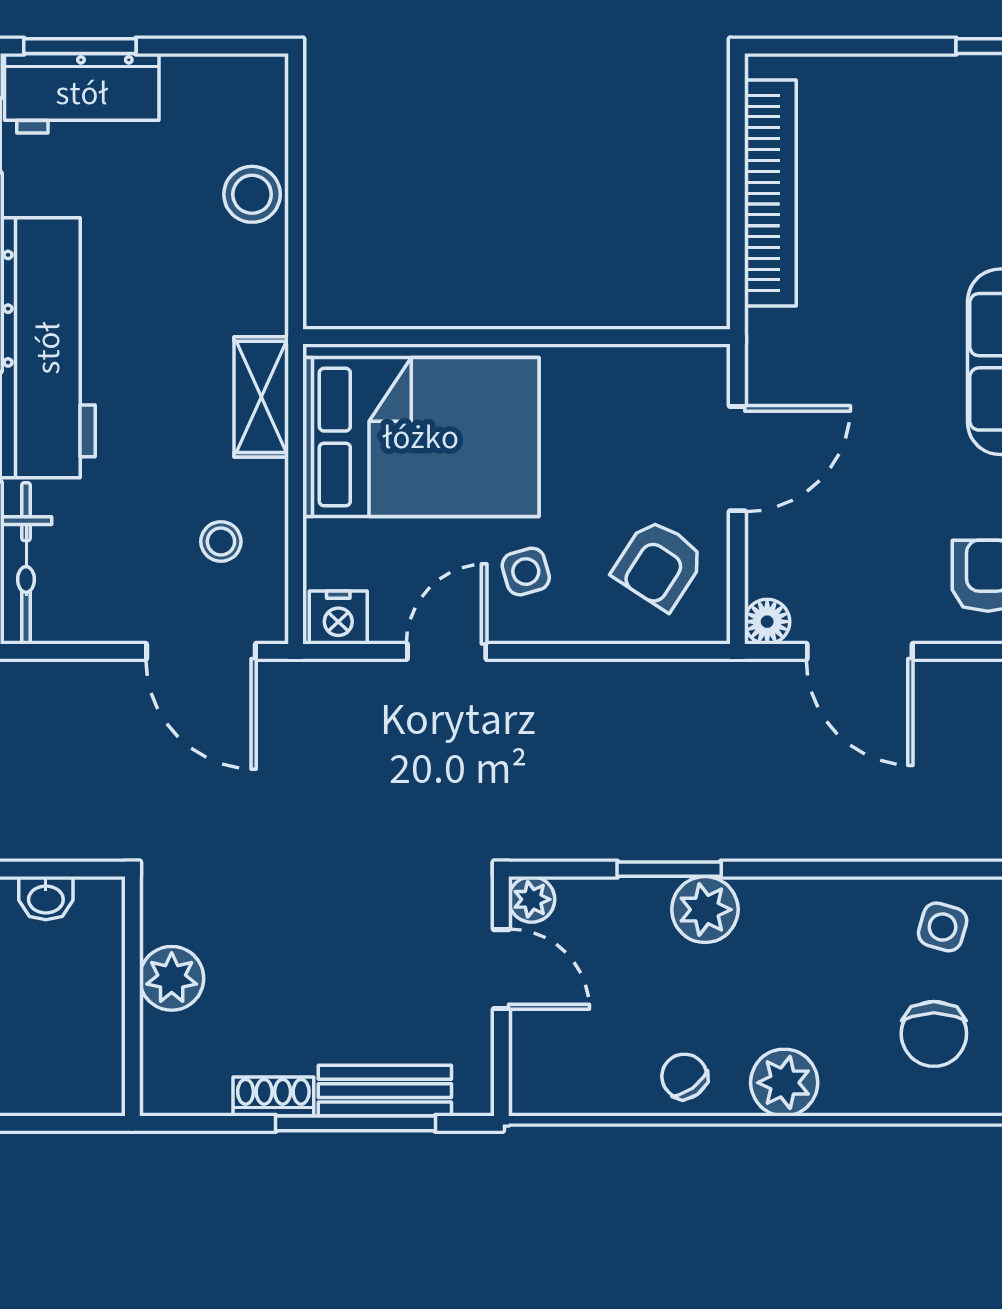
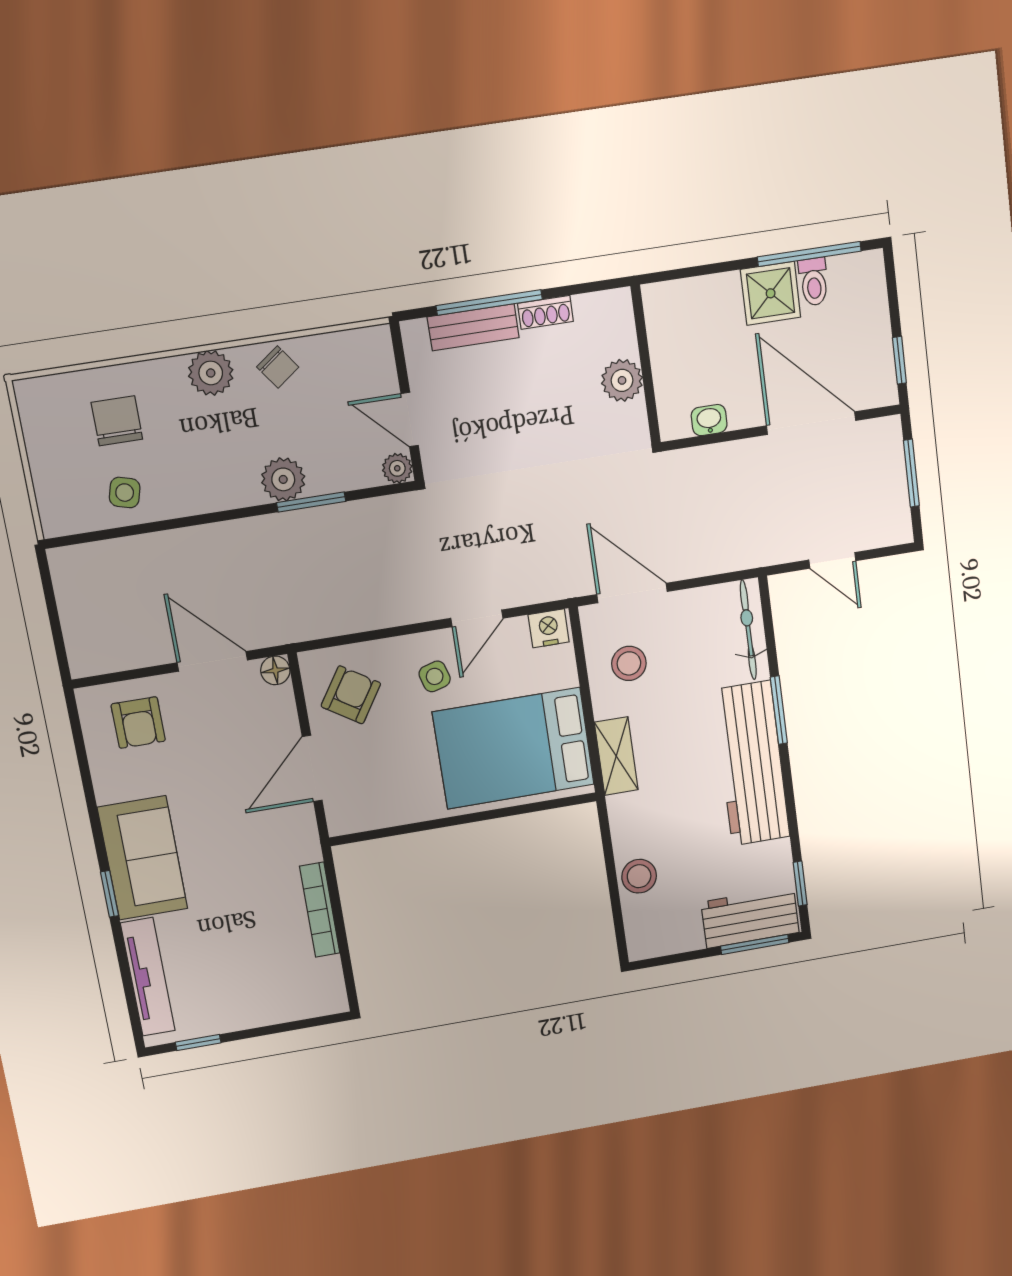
bookcase: (770, 193) -> (320, 910), width x0.68, depth x0.76
stool: (221, 541) -> (629, 663), width x1.37, depth x1.37

